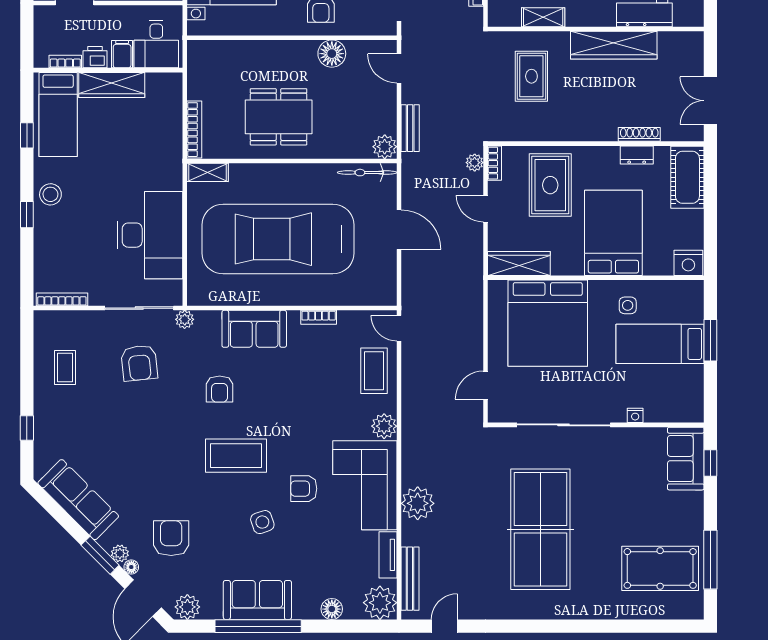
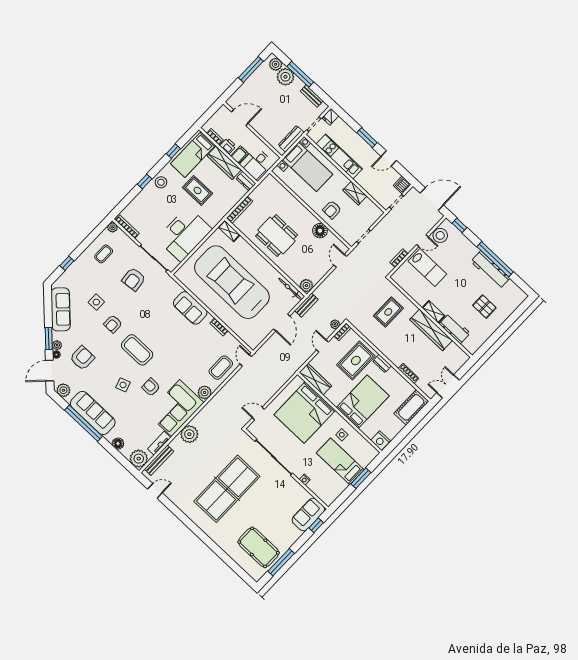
shelving: (543, 17) -> (433, 312), moved
dresser: (165, 82) -> (246, 181), added
bench: (410, 128) -> (306, 305), moved
dresser: (637, 155) -> (382, 364), moved
rug: (111, 158) -> (198, 190), added
plant: (185, 319) -> (112, 227), moved
armchair: (220, 389) -> (113, 324), moved
side table: (118, 443) -> (96, 302), added
sofa: (257, 600) -> (93, 413), width x1.36

